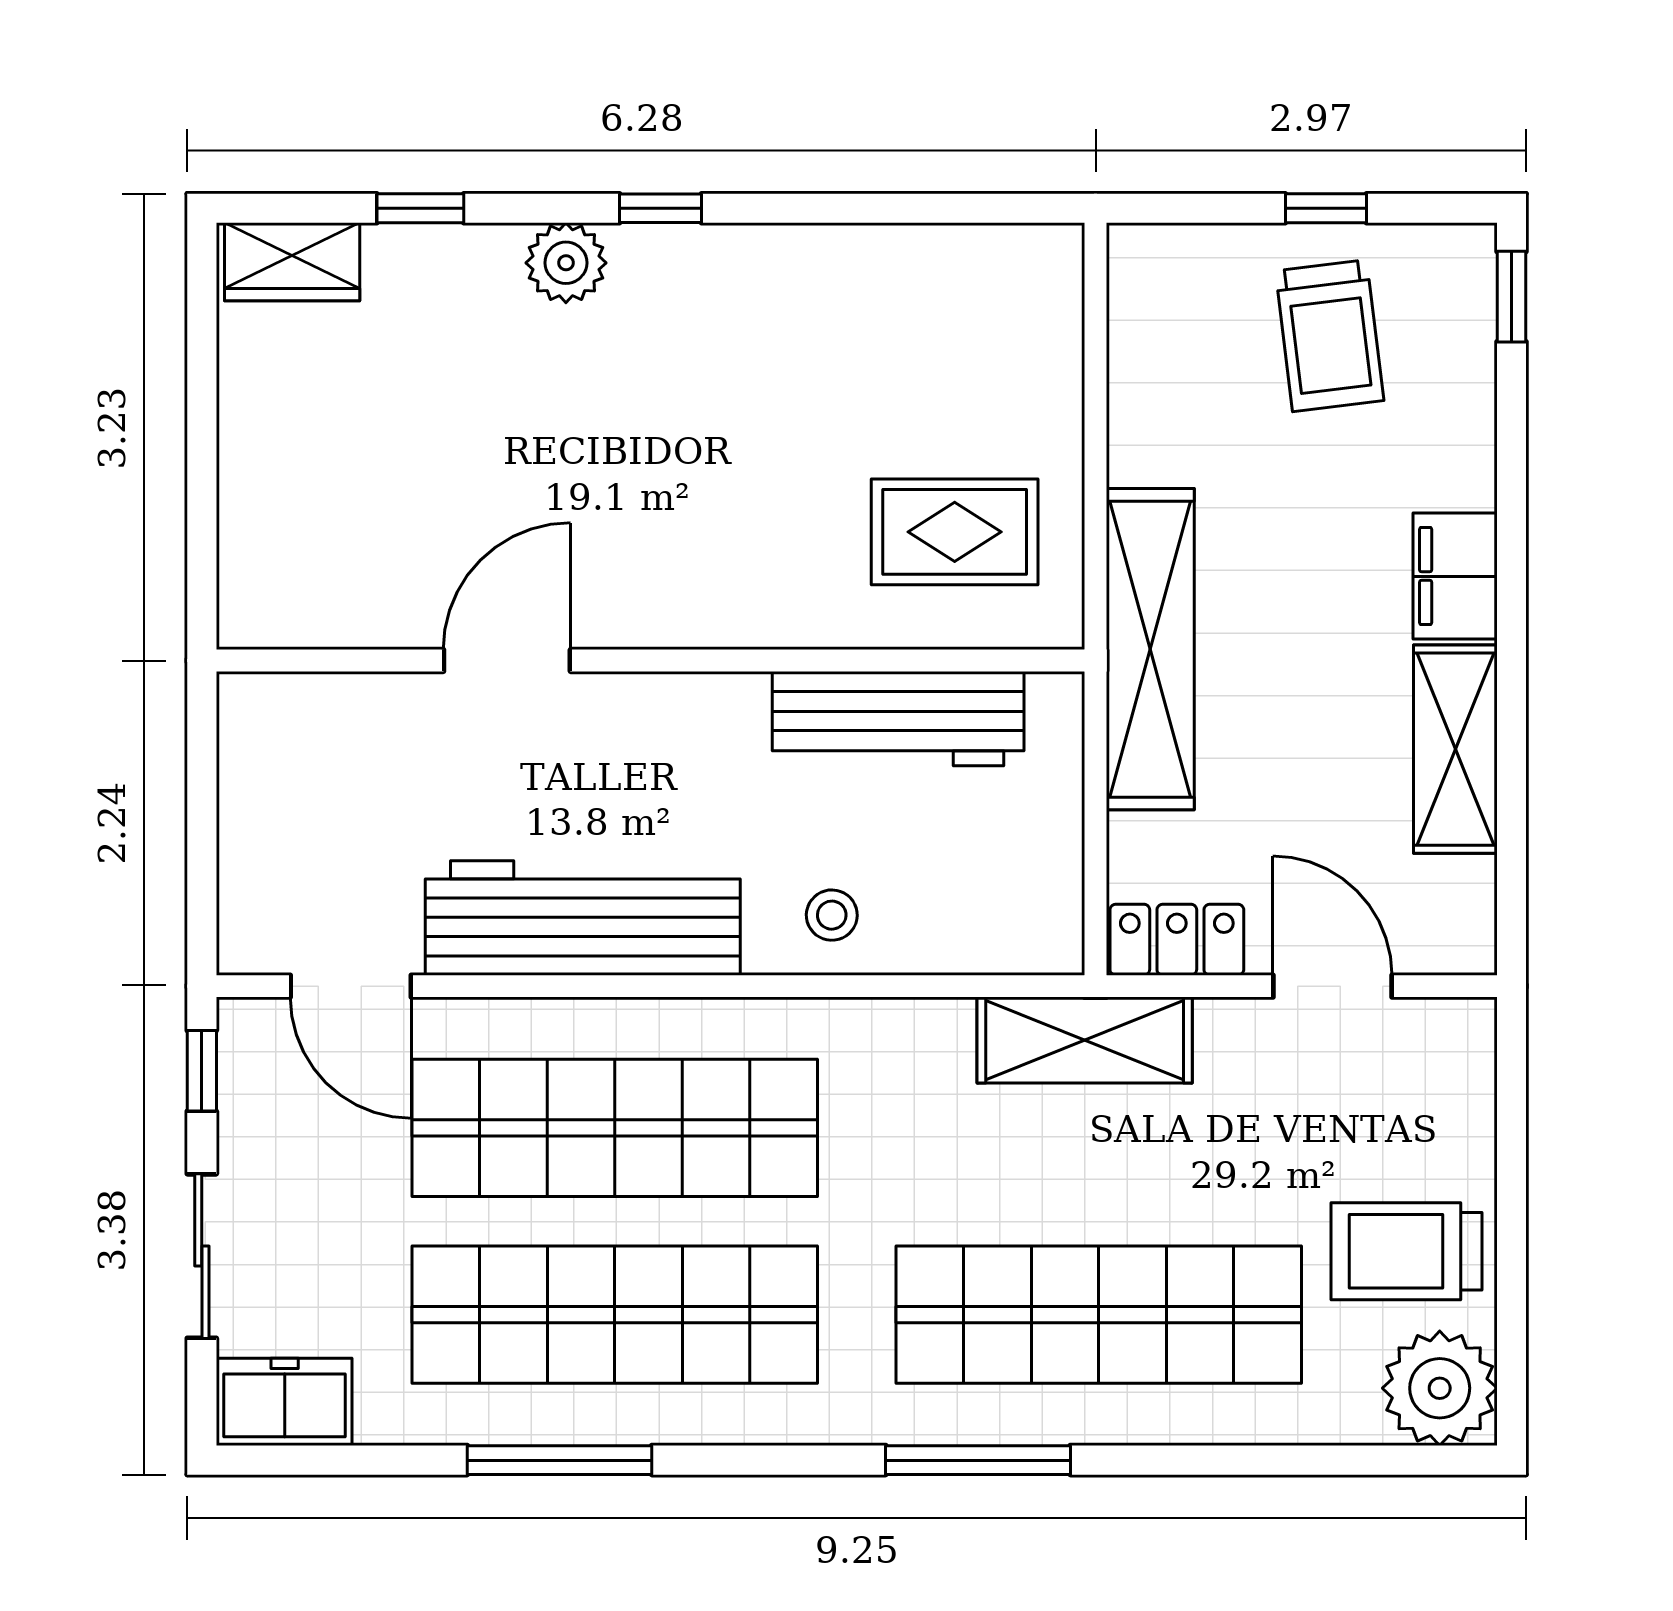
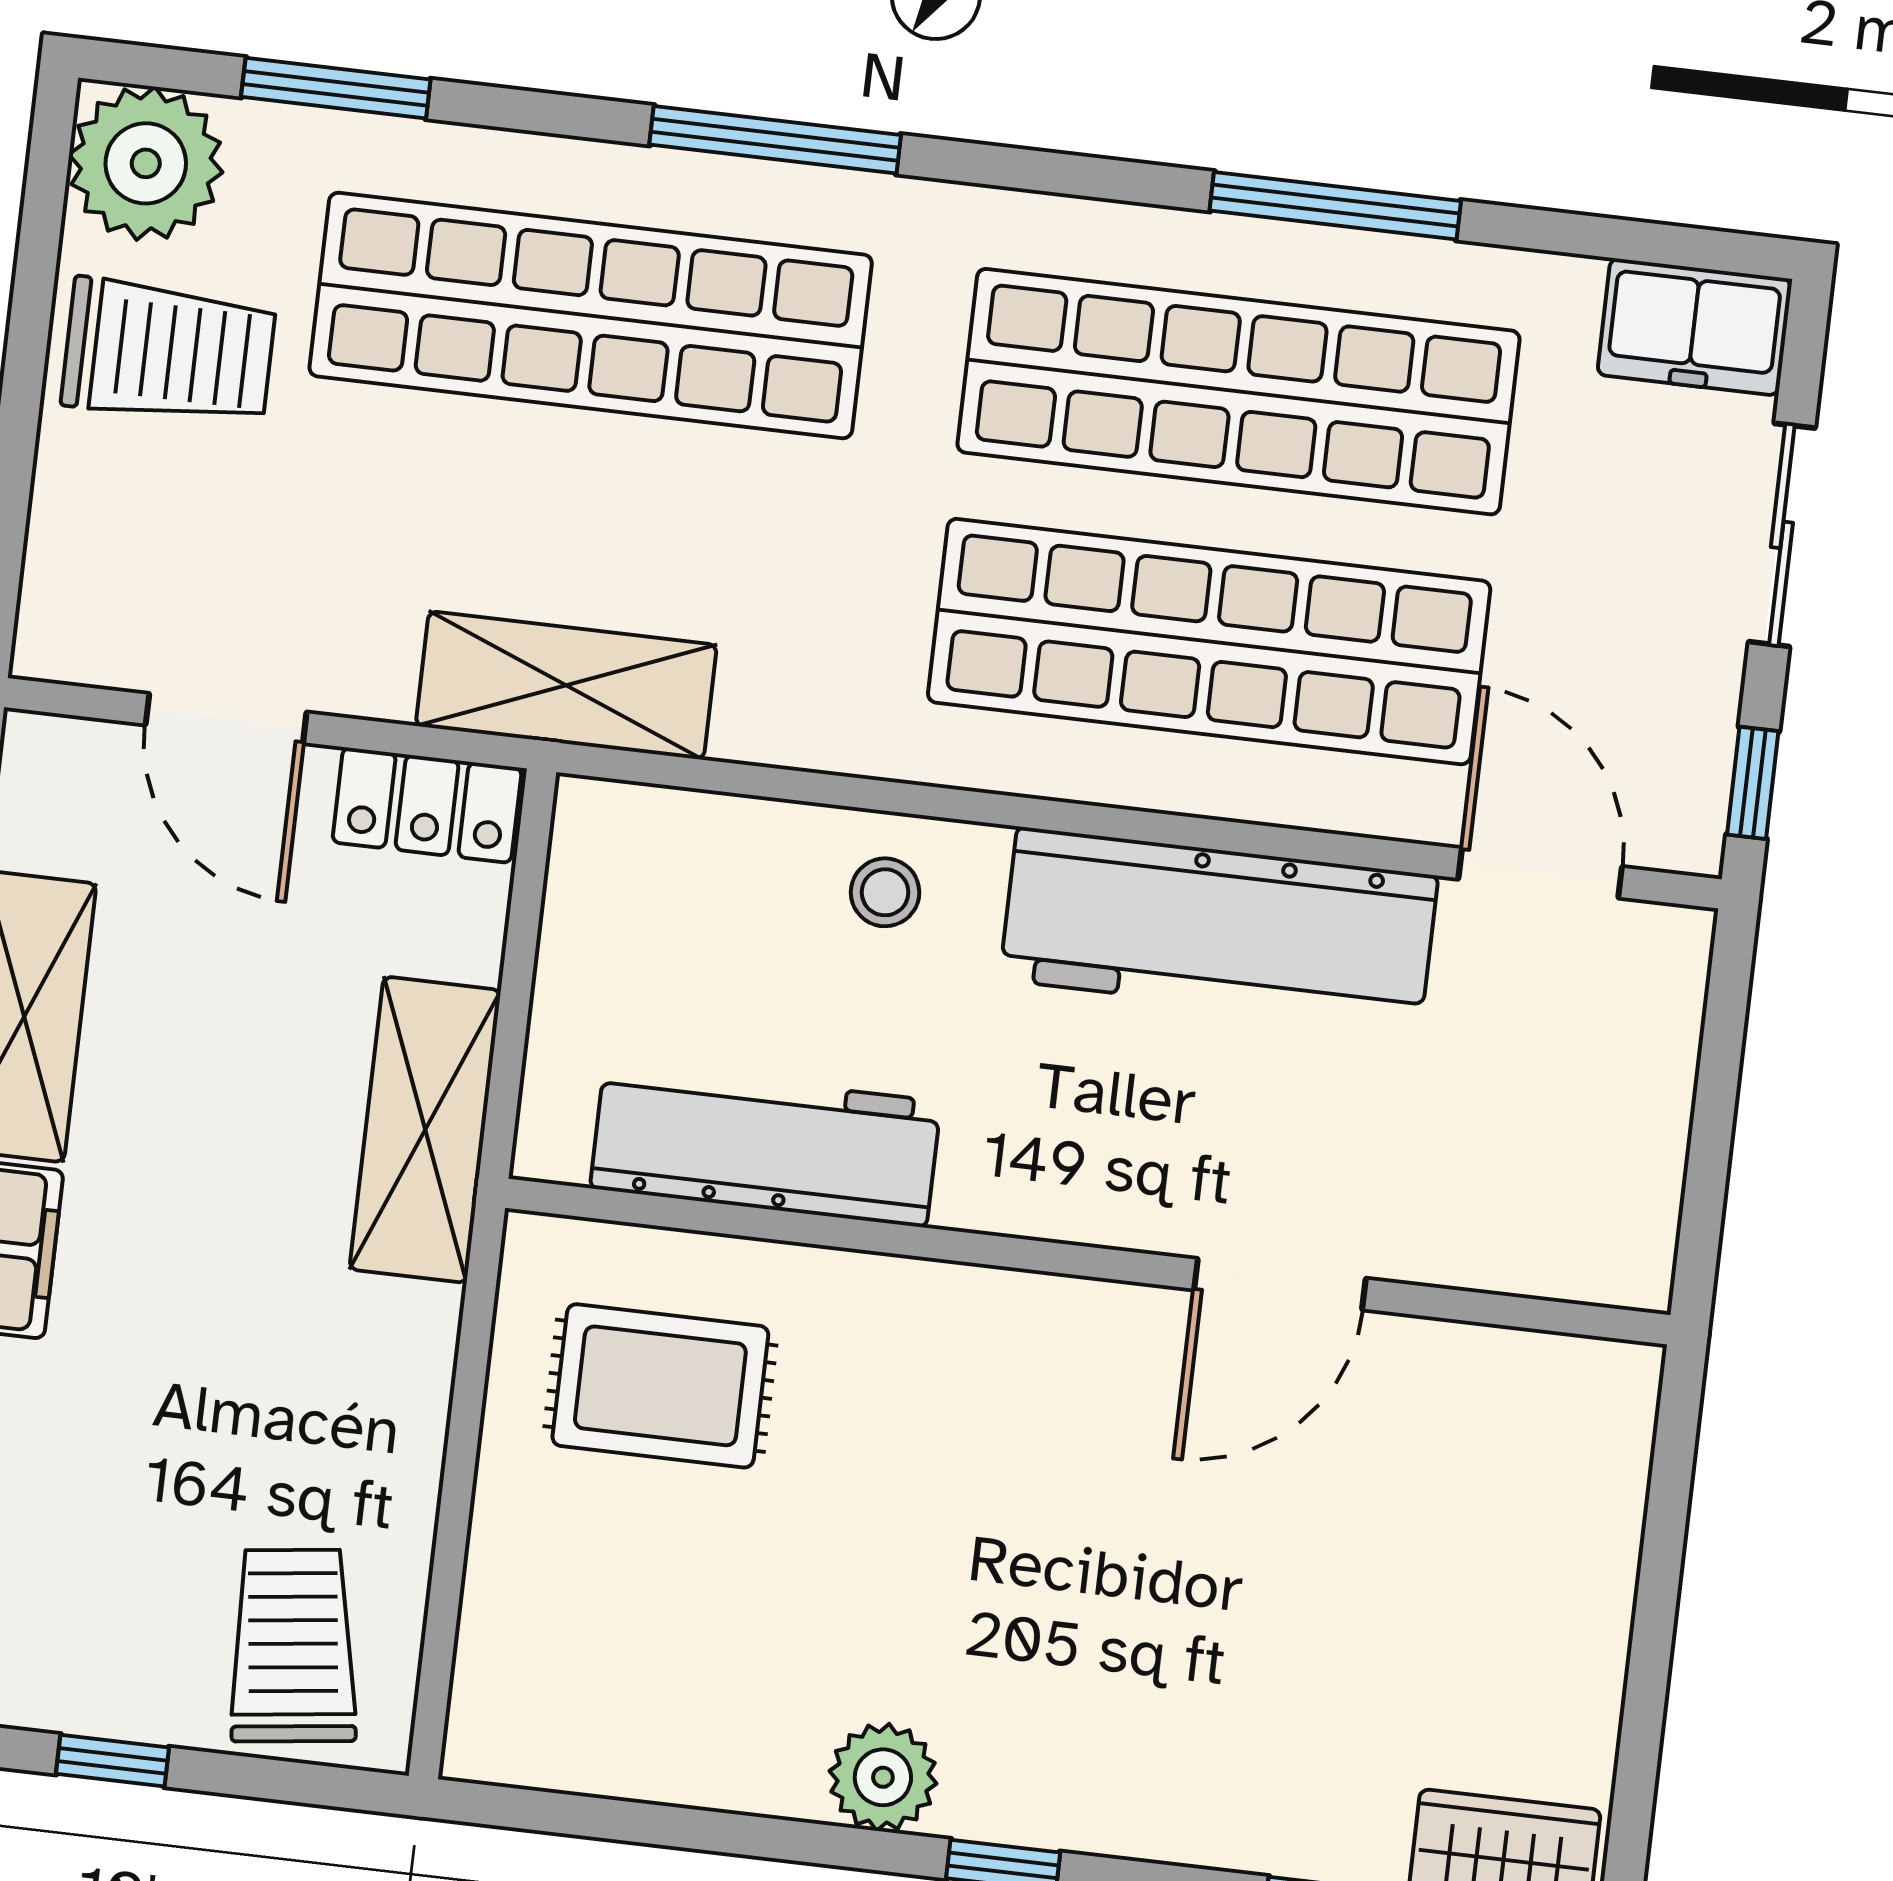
plant: (566, 263) -> (883, 1777), moved
trolley: (1330, 336) -> (293, 1646), moved
shelving: (1150, 649) -> (425, 1130), width x0.68
window: (1306, 1460) -> (336, 88), added

